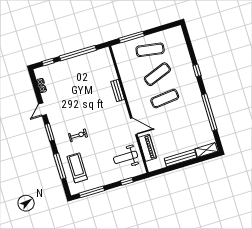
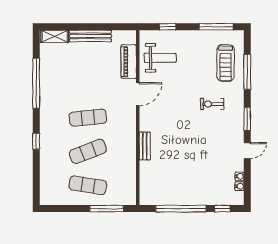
door: (134, 126) -> (138, 94), swing flipped

